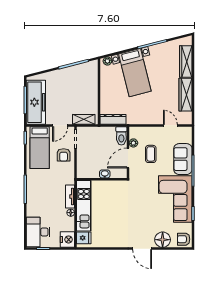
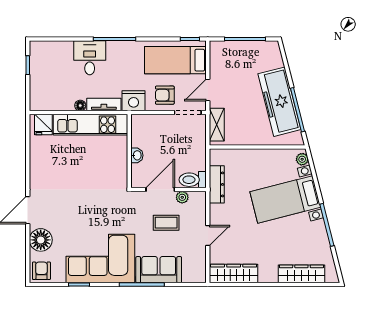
wardrobe: (185, 95) -> (234, 274), moved
freezer: (36, 102) -> (279, 102), moved, turned 76
dresser: (113, 119) -> (217, 184), moved
door: (60, 125) -> (208, 90), hinge flipped
door: (170, 125) -> (208, 236), moved
door: (128, 158) -> (160, 190), hinge flipped
desk: (38, 232) -> (90, 58), moved, width x0.73
nightstand: (67, 239) -> (134, 101), moved

